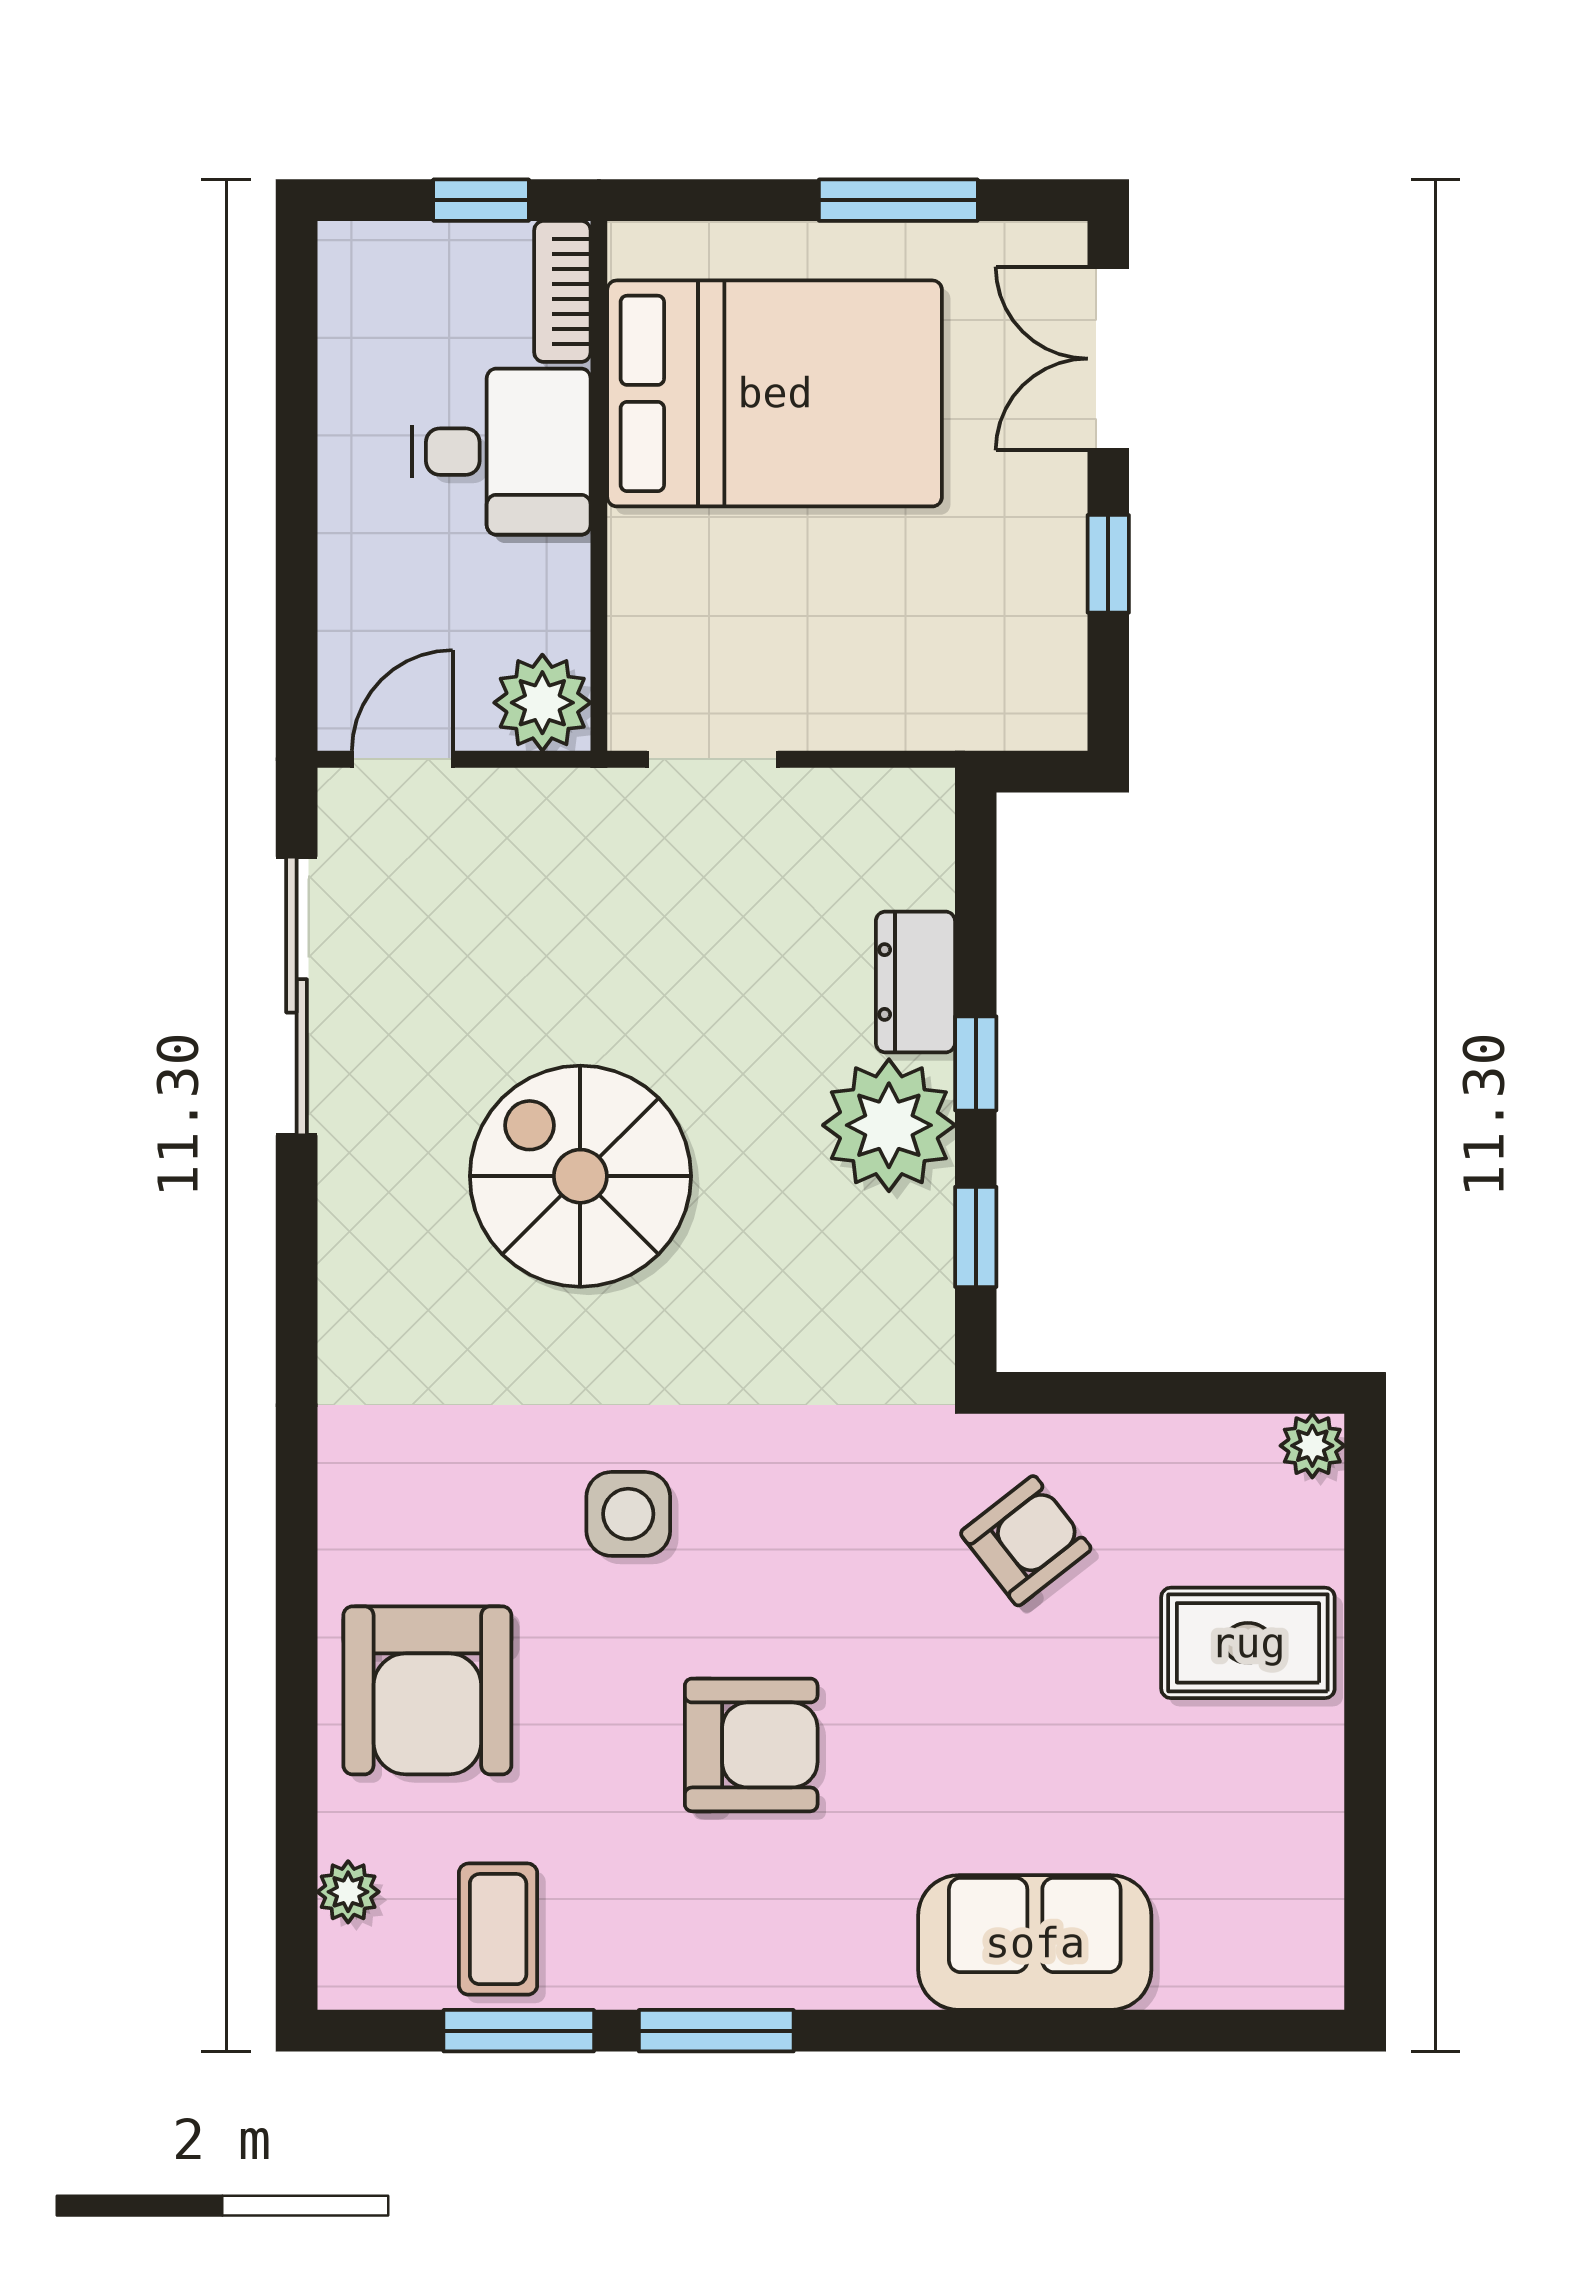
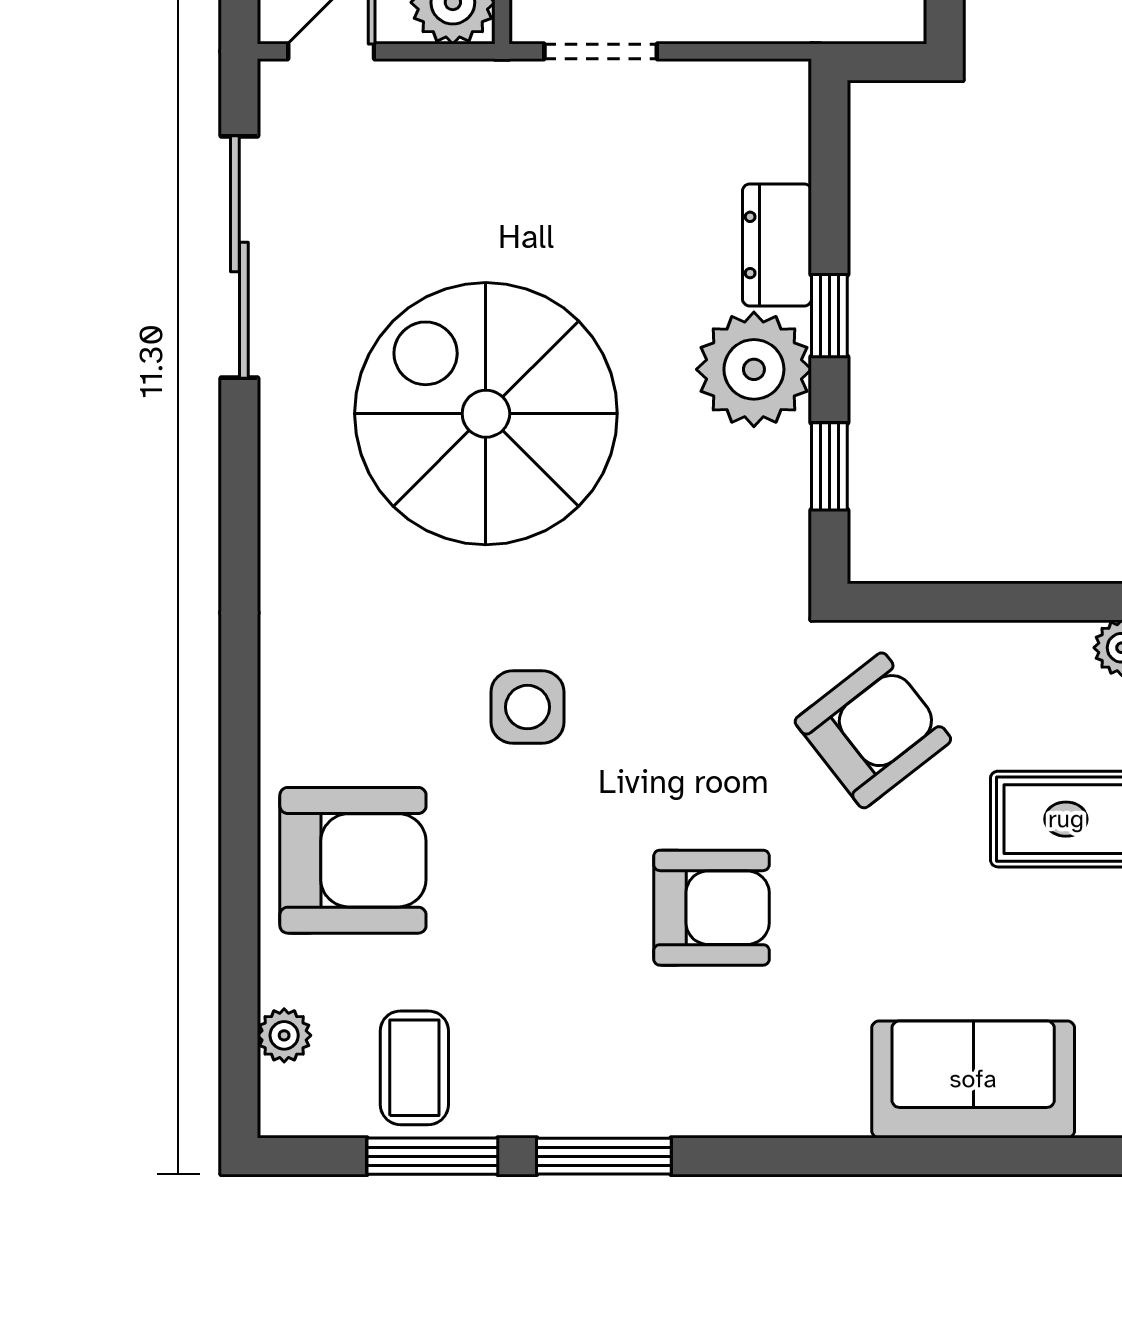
spiral stairs: (580, 1176) -> (486, 414), width x1.37, depth x1.37
armchair: (1026, 1541) -> (873, 730), width x1.38, depth x1.38
armchair: (427, 1690) -> (353, 860), turned -90
armchair: (751, 1745) -> (711, 908), moved
sofa: (1035, 1943) -> (973, 1079), moved

